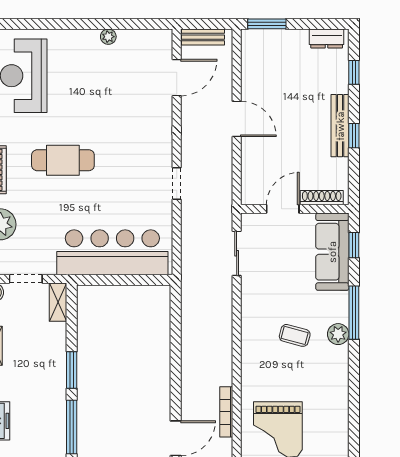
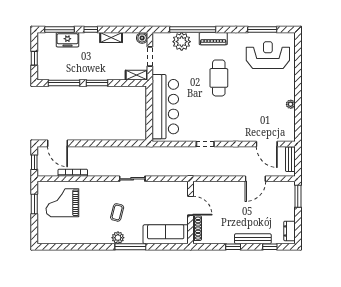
door: (237, 119) -> (255, 179), moved
bench: (340, 126) -> (253, 239), moved
window: (354, 245) -> (170, 247), removed
sliding door: (237, 253) -> (132, 179), moved

